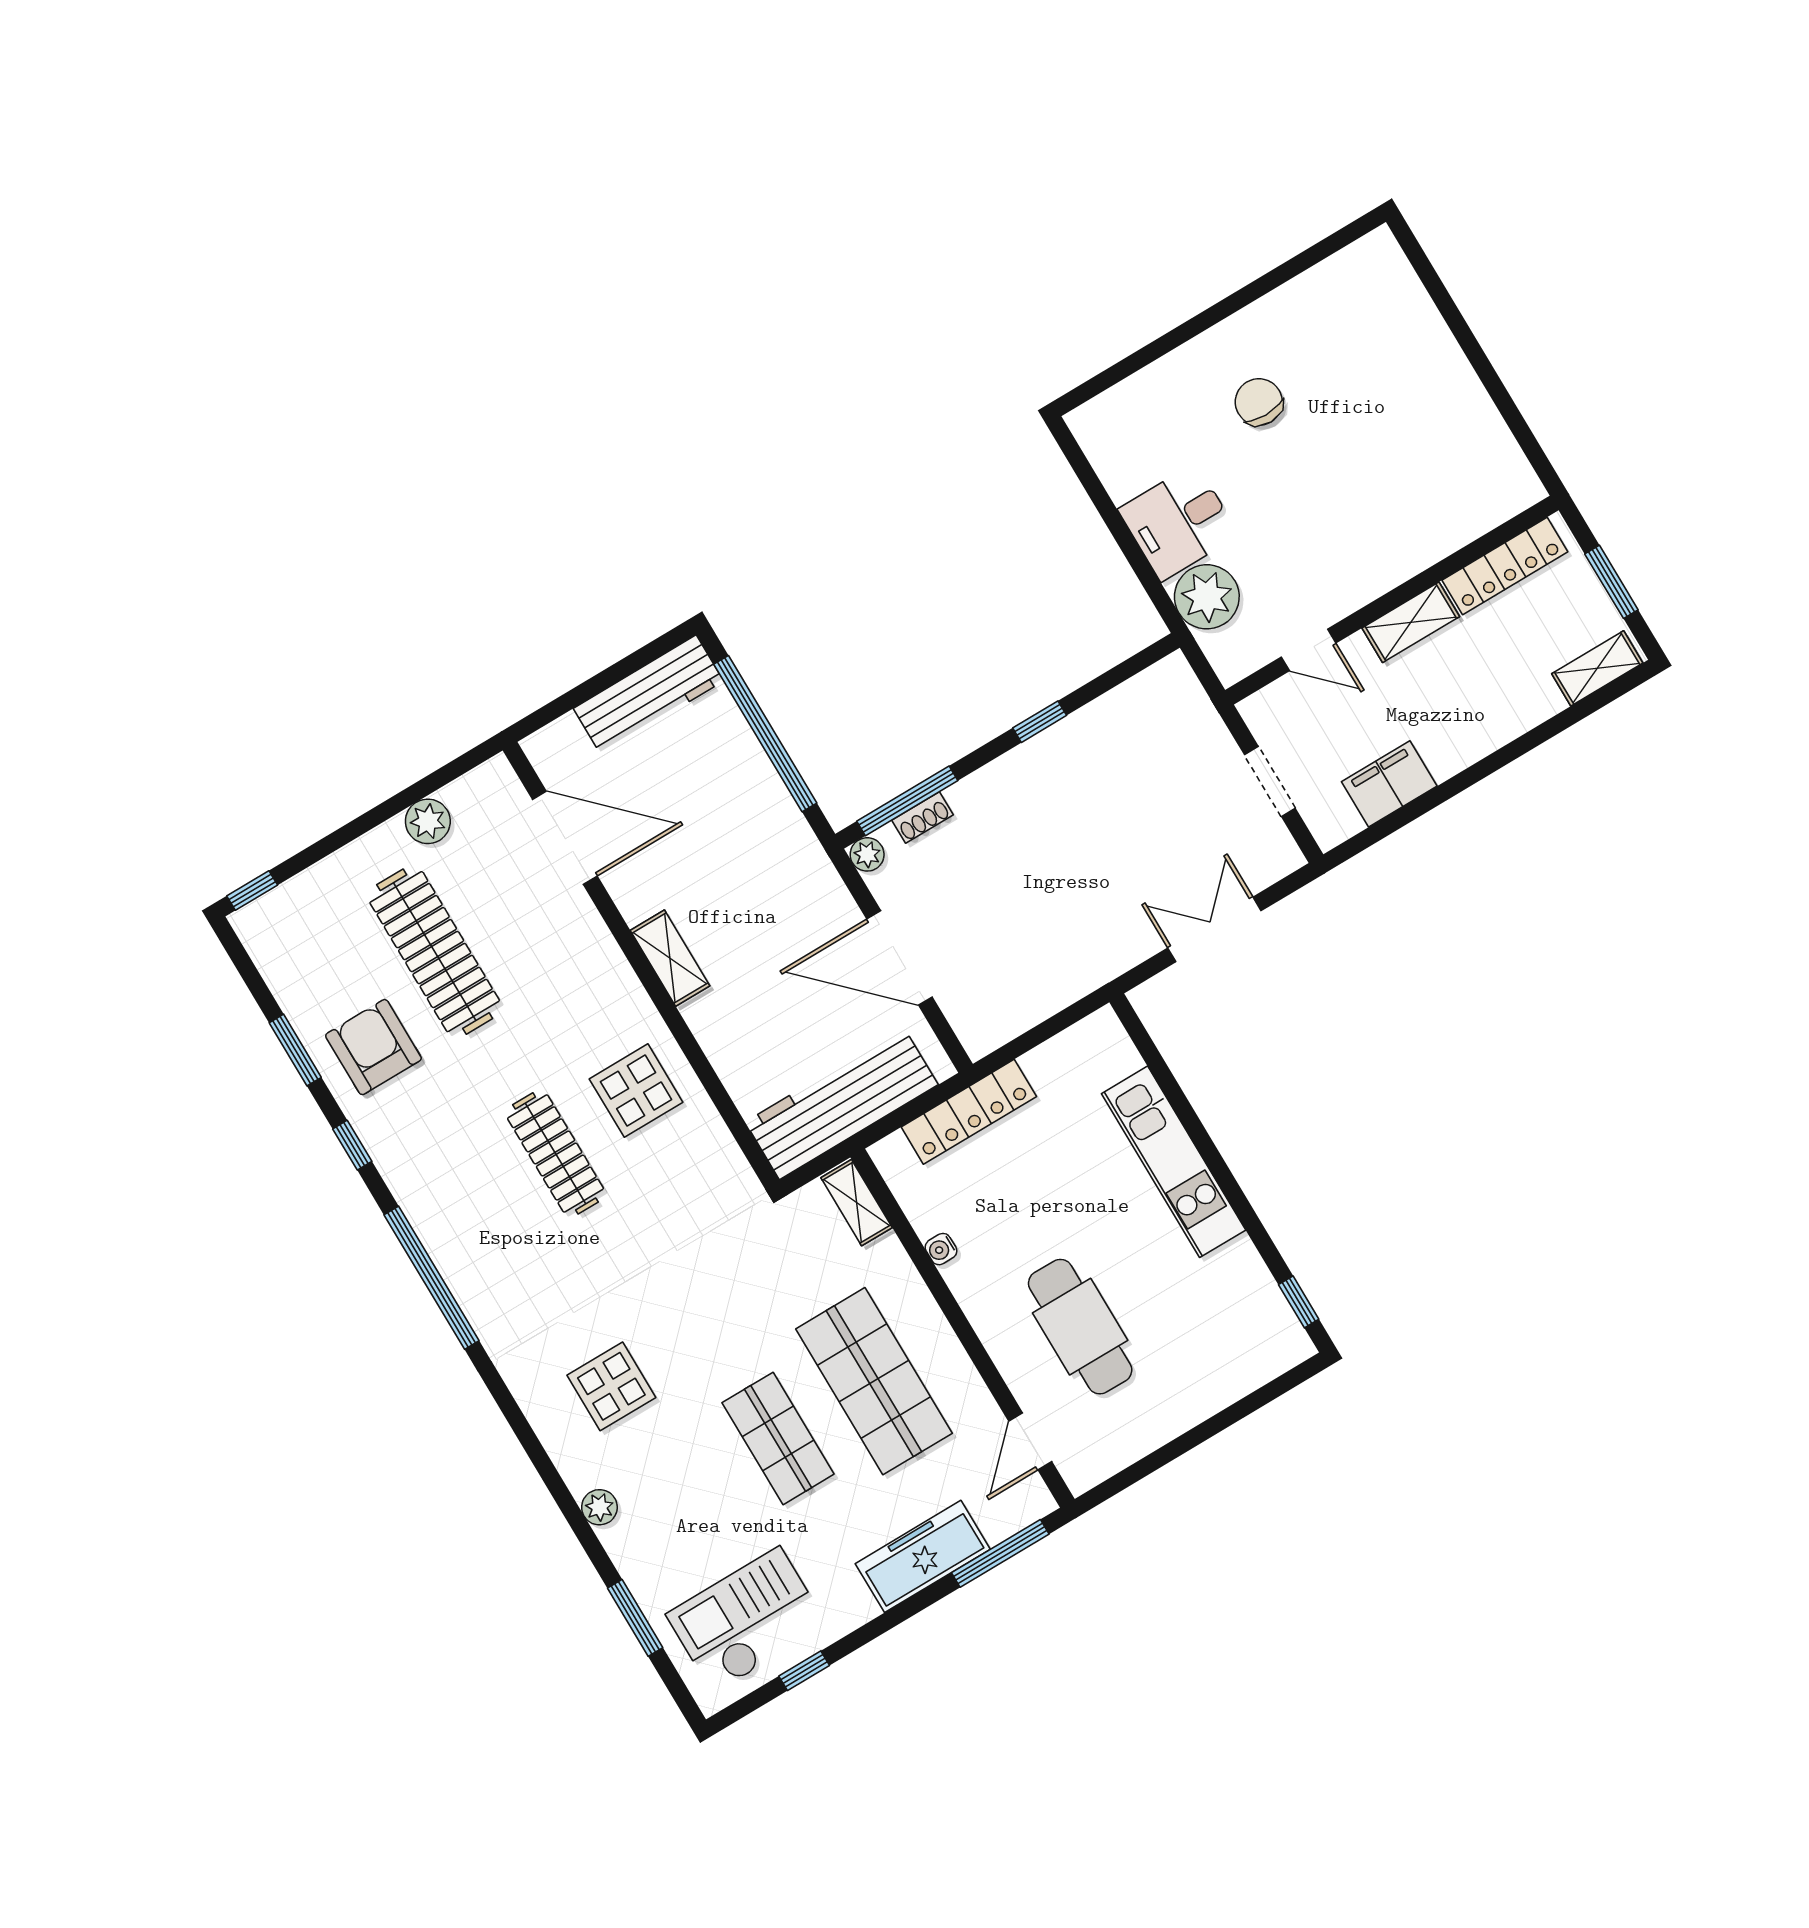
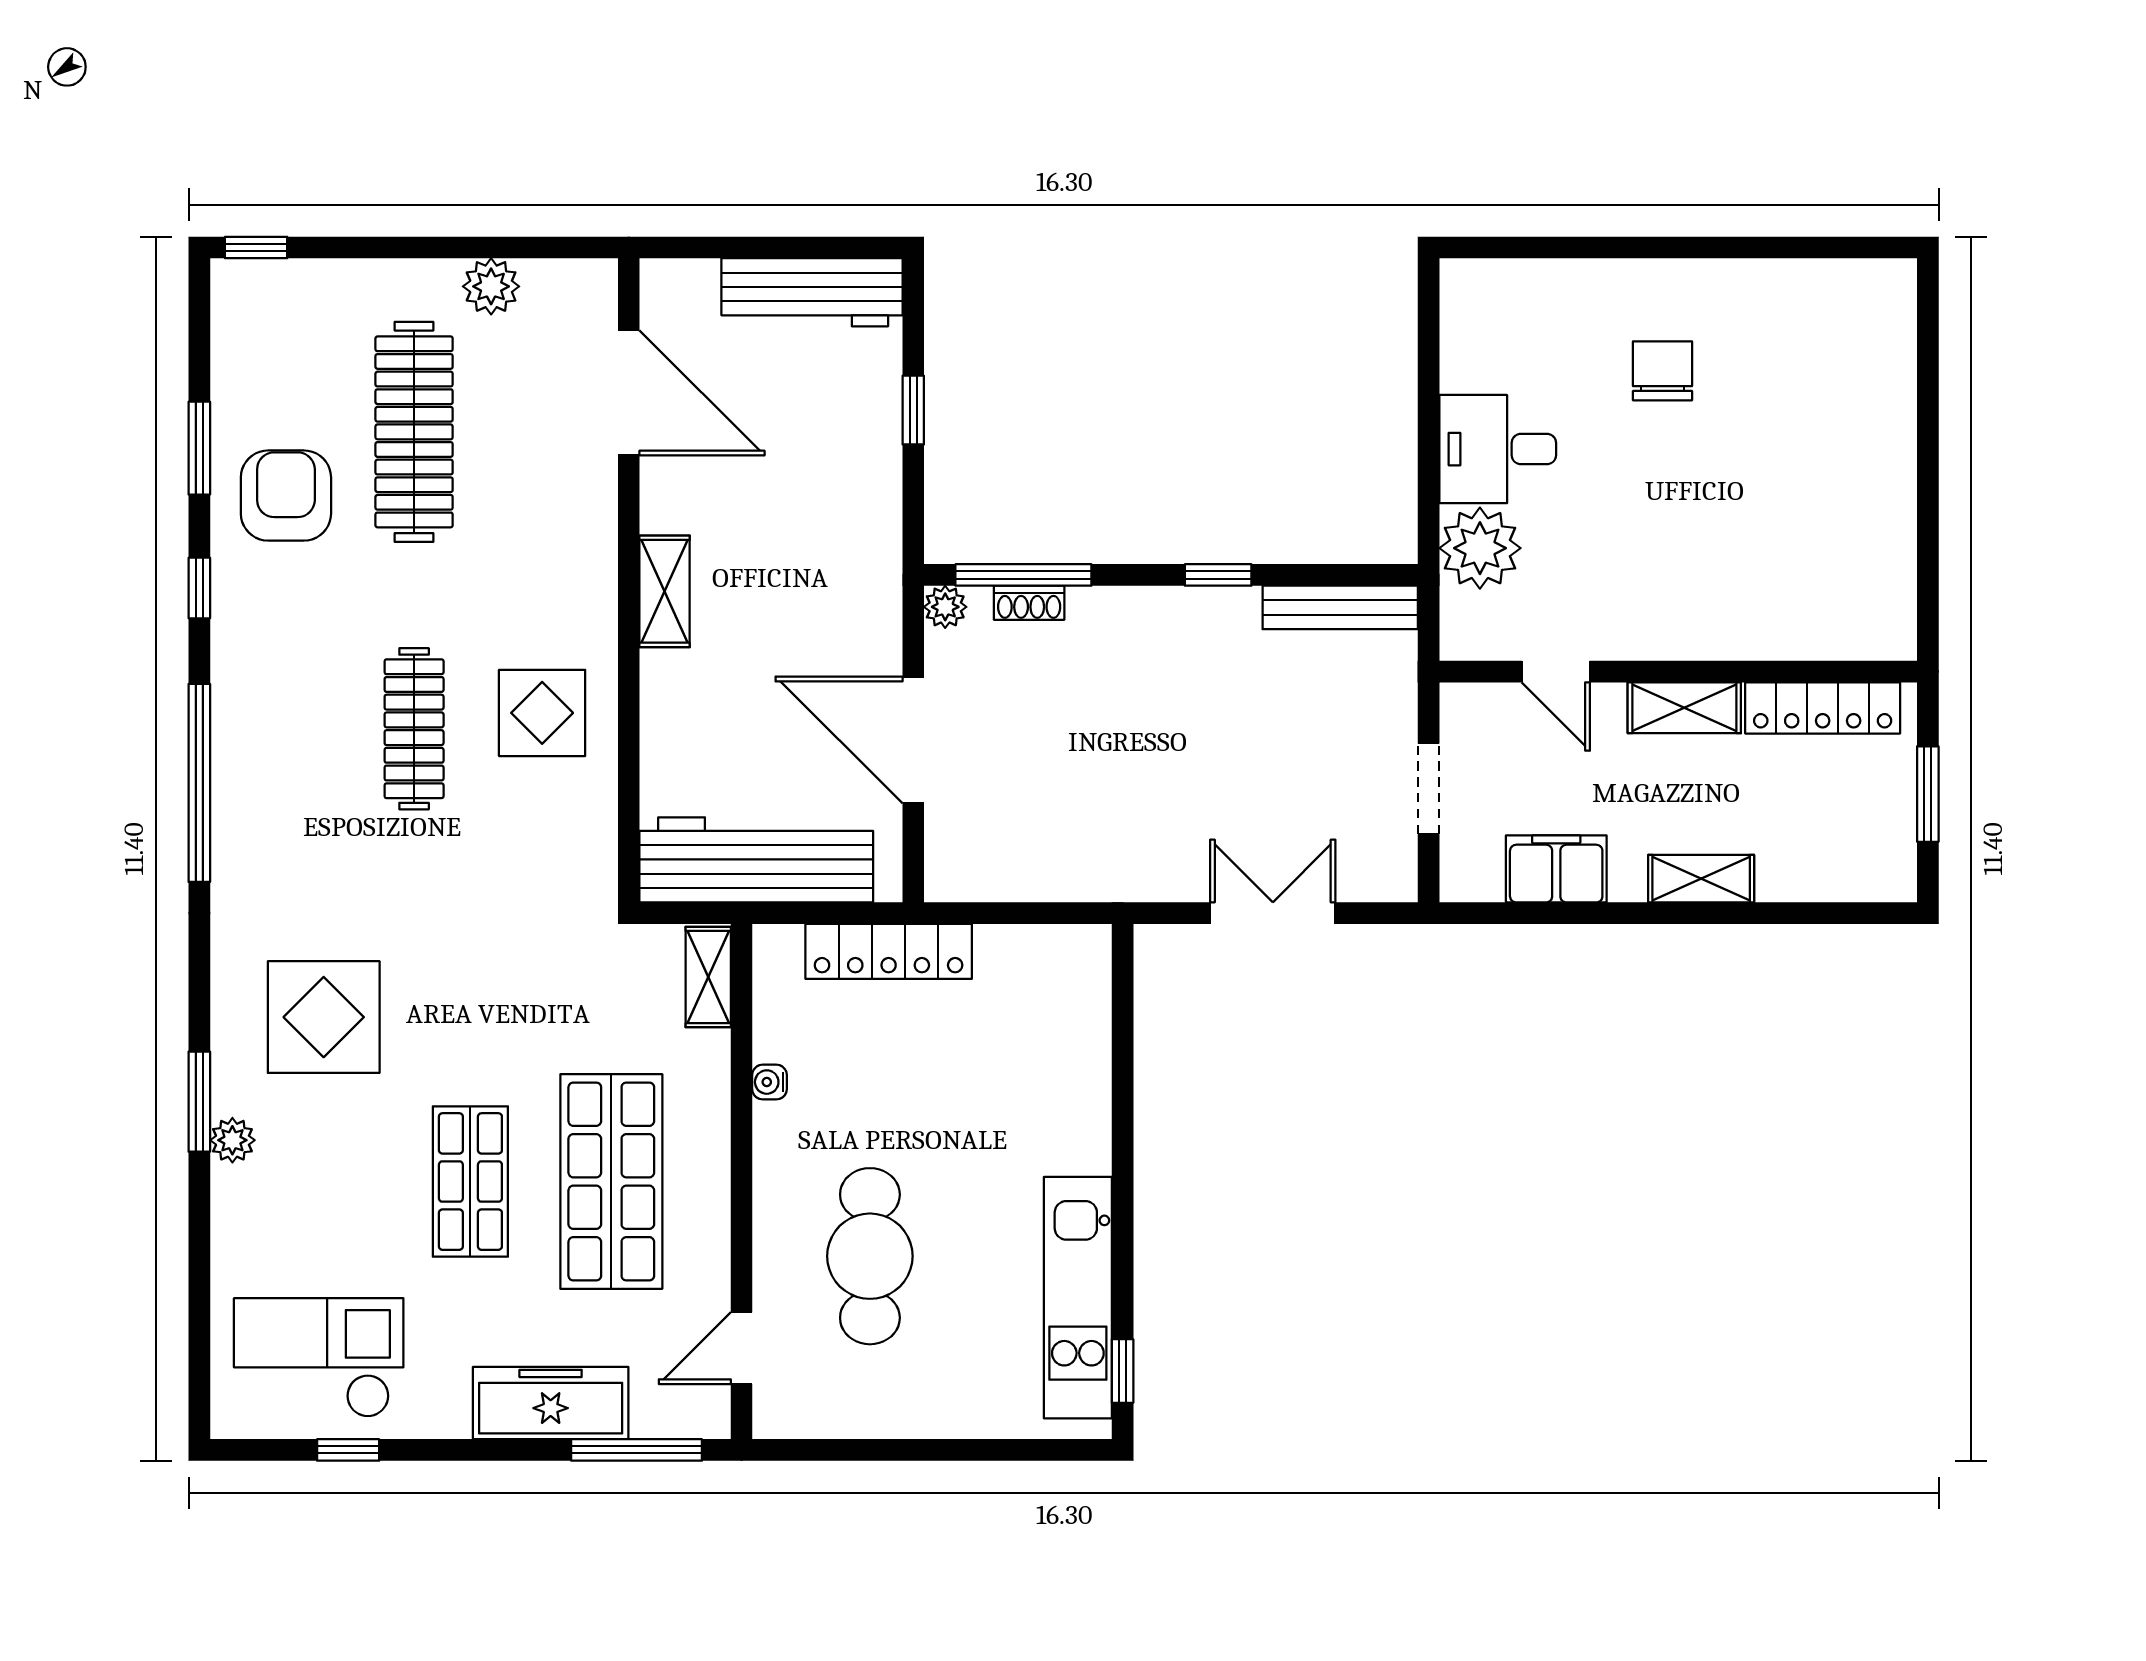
shelving: (1597, 668) -> (1701, 879), moved
bench: (1136, 694) -> (1340, 607), added
window: (765, 734) -> (913, 410), width x0.32
kitchen unit: (1174, 1162) -> (1078, 1298), moved
display table: (611, 1386) -> (324, 1017), width x1.36, depth x1.36
window: (635, 1618) -> (199, 1102), moved

